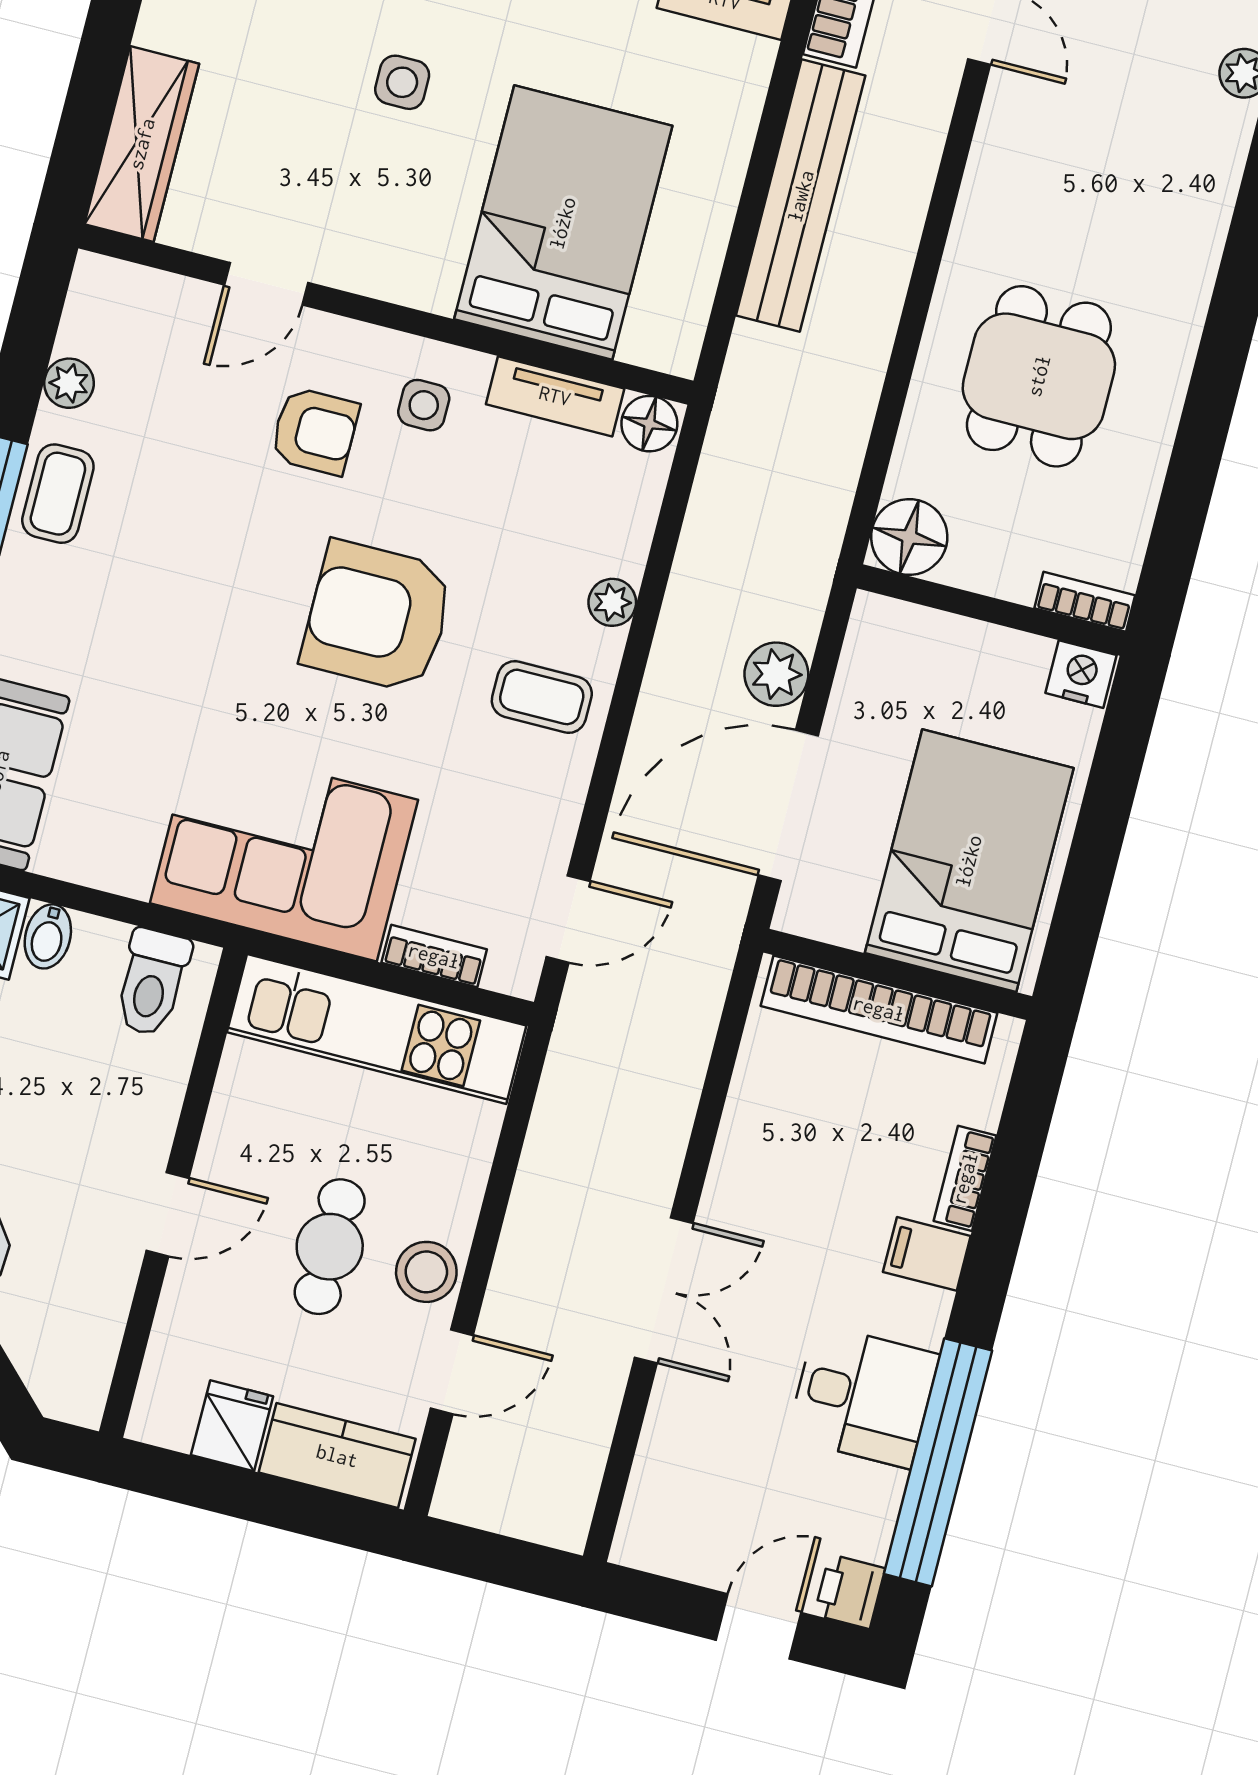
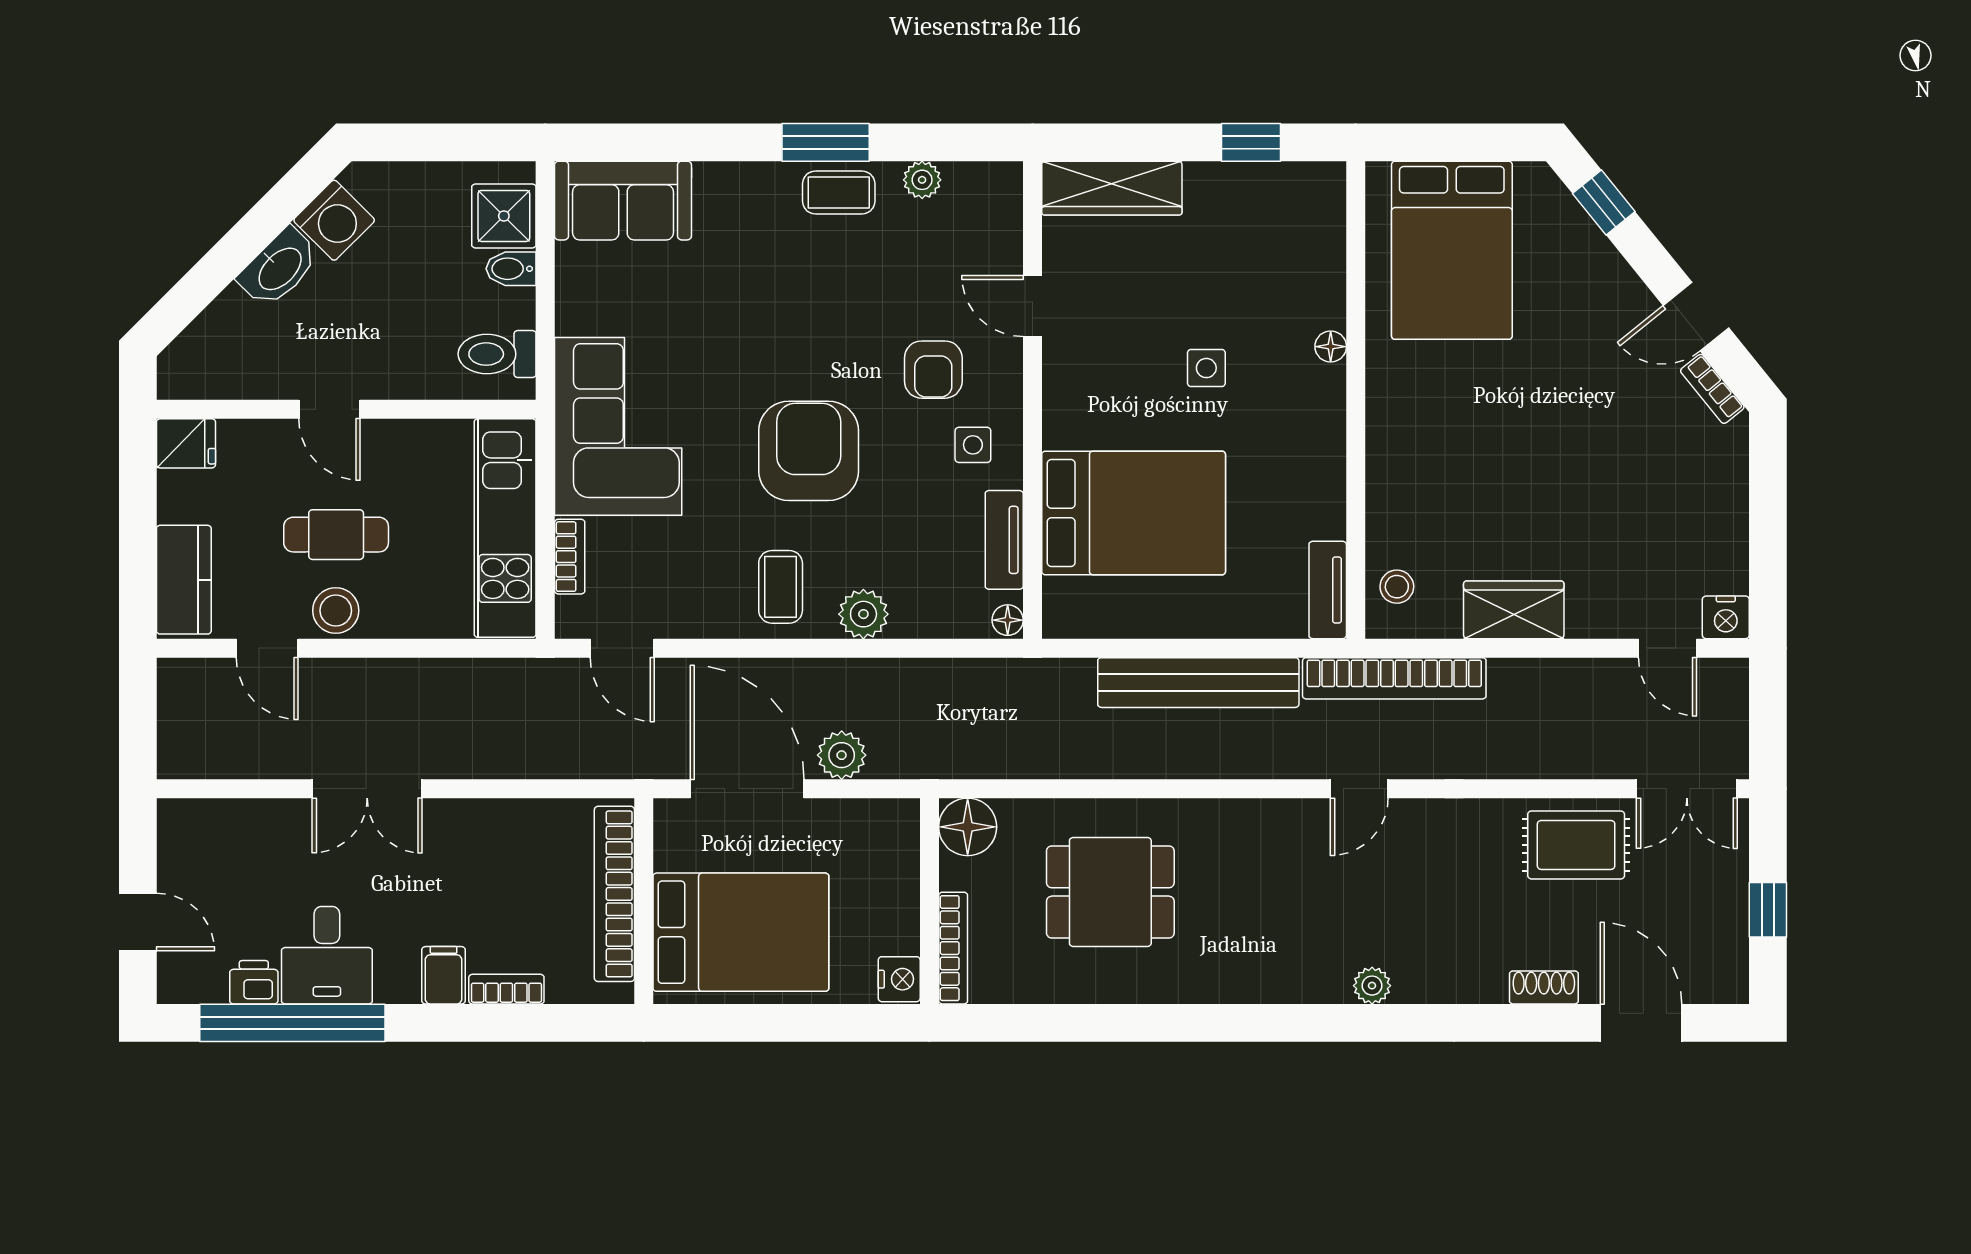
floor lamp: (649, 424) -> (1008, 620), width x0.73, depth x0.73
plant: (612, 602) -> (863, 614), width x1.38, depth x1.38
bookcase: (1085, 602) -> (953, 948), width x1.56
fridge: (232, 1426) -> (186, 443), moved
printer: (850, 1592) -> (254, 982), moved

